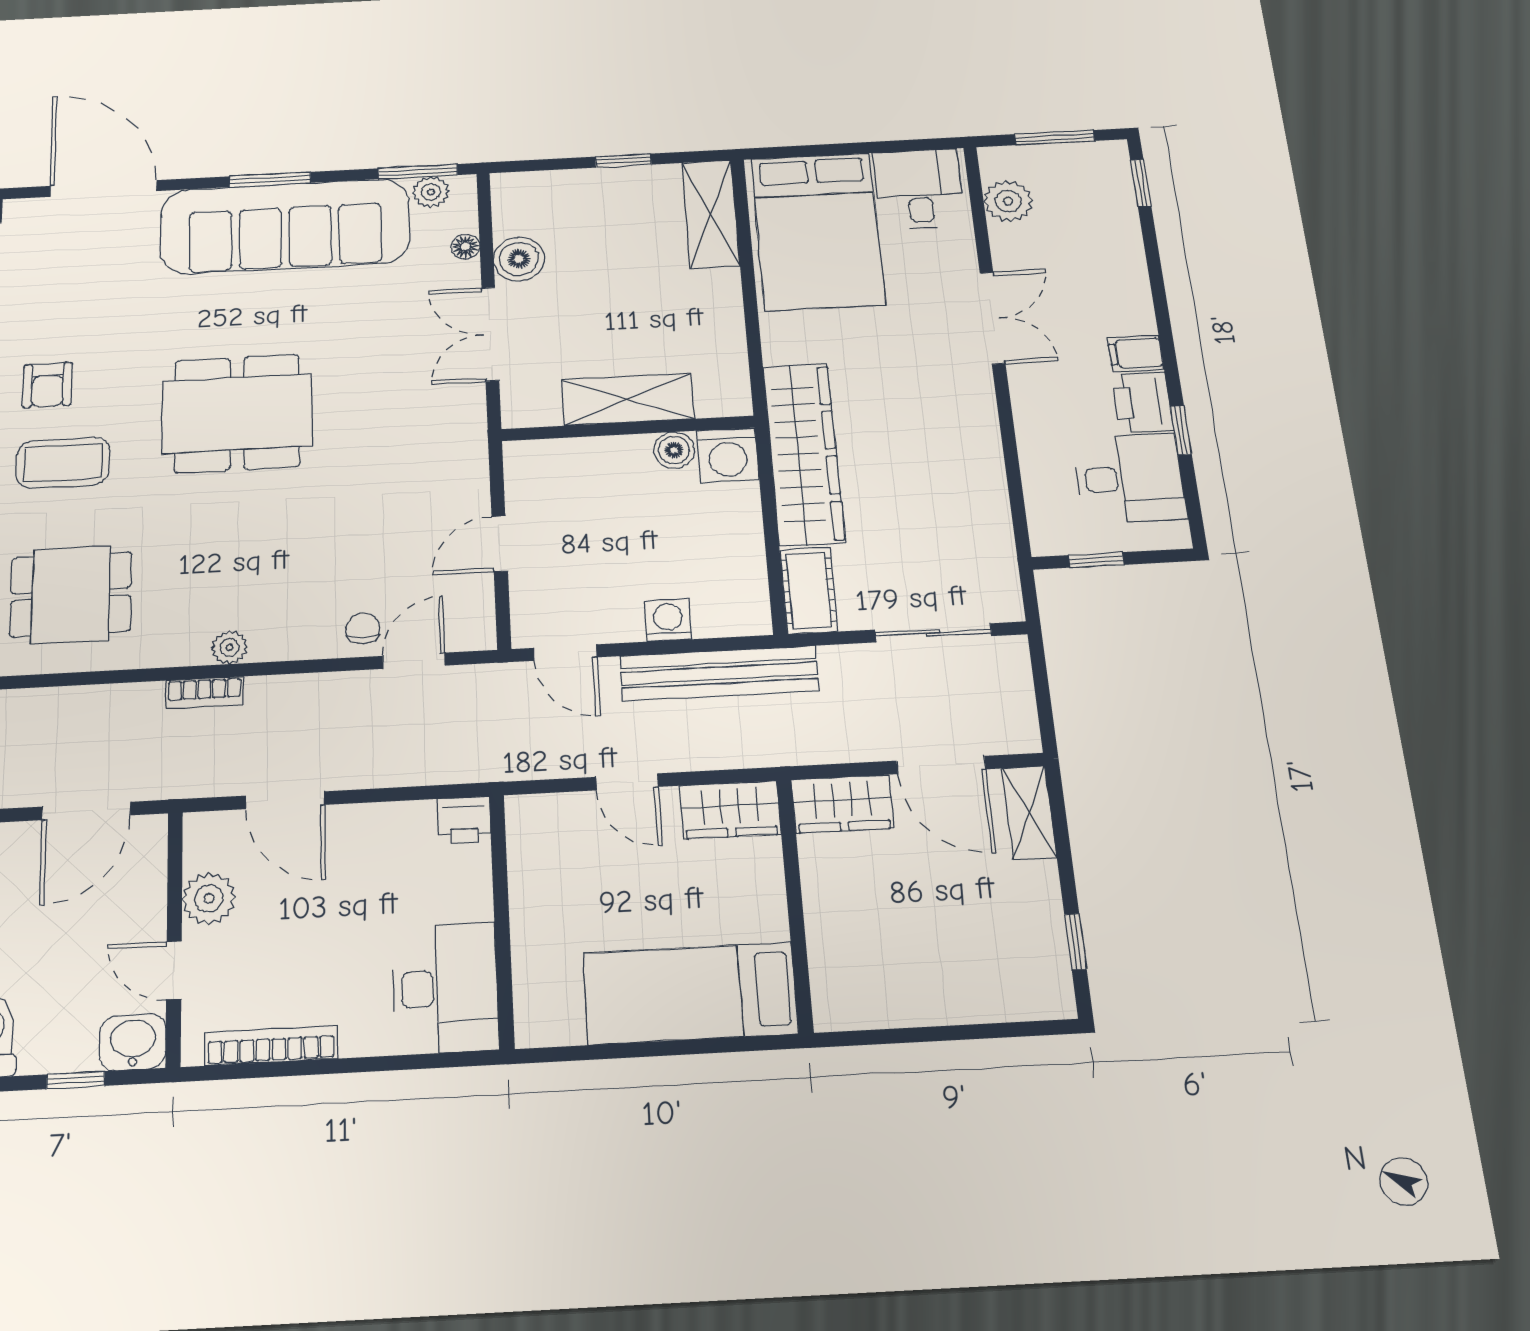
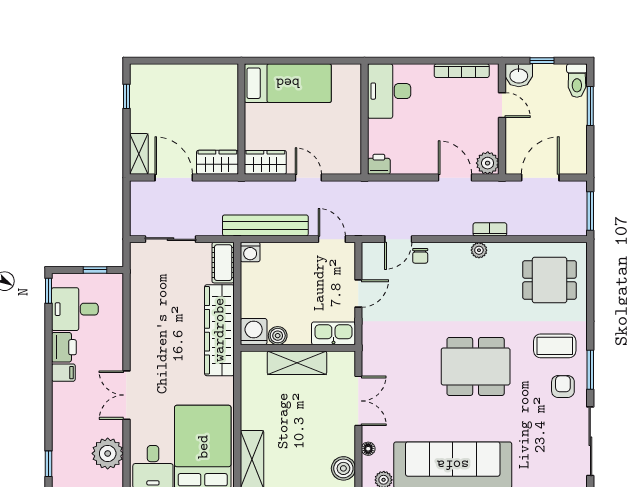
plant: (1008, 201) -> (108, 453), width x1.36, depth x1.36
boiler: (519, 259) -> (343, 468), moved
window: (1181, 430) -> (48, 291), moved
kitchen sink: (551, 461) -> (333, 333), added
washing machine: (668, 620) -> (250, 252), moved
plant: (209, 898) -> (488, 163), moved

